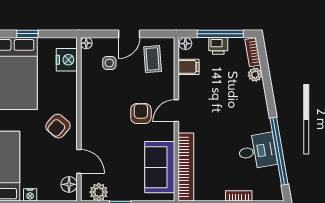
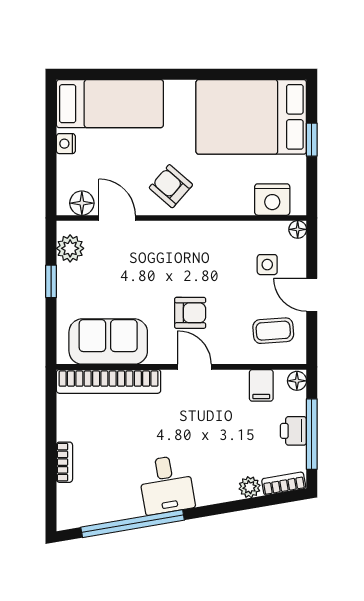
desk: (257, 151) -> (166, 485), moved
door: (79, 161) -> (117, 218), swing flipped

